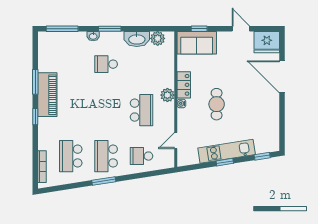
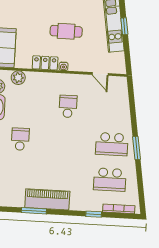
school desk: (106, 64) -> (20, 139), turned 180
plant: (167, 95) -> (18, 78), moved
school desk: (142, 110) -> (68, 106), width x0.54
window: (35, 117) -> (94, 214), moved
school desk: (142, 156) -> (114, 109), removed

